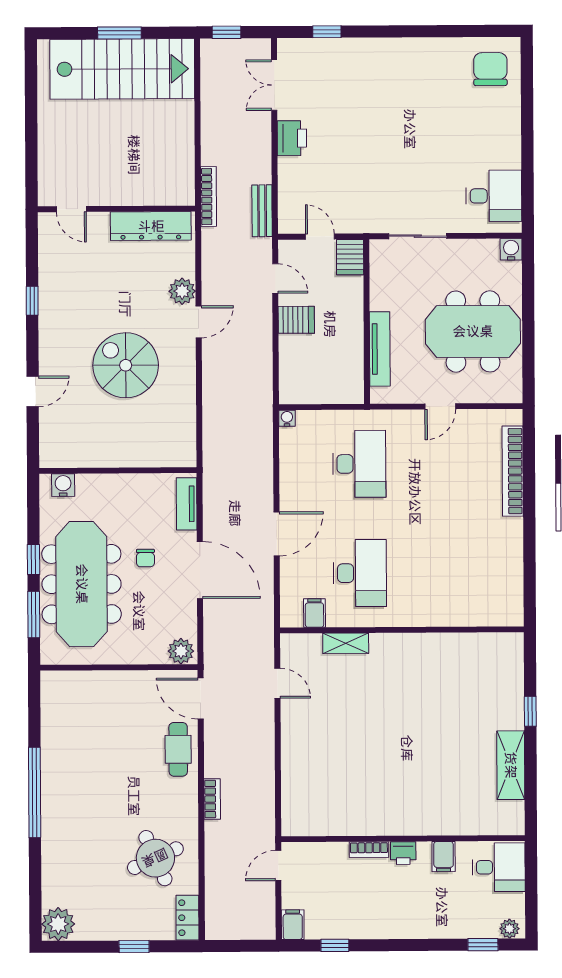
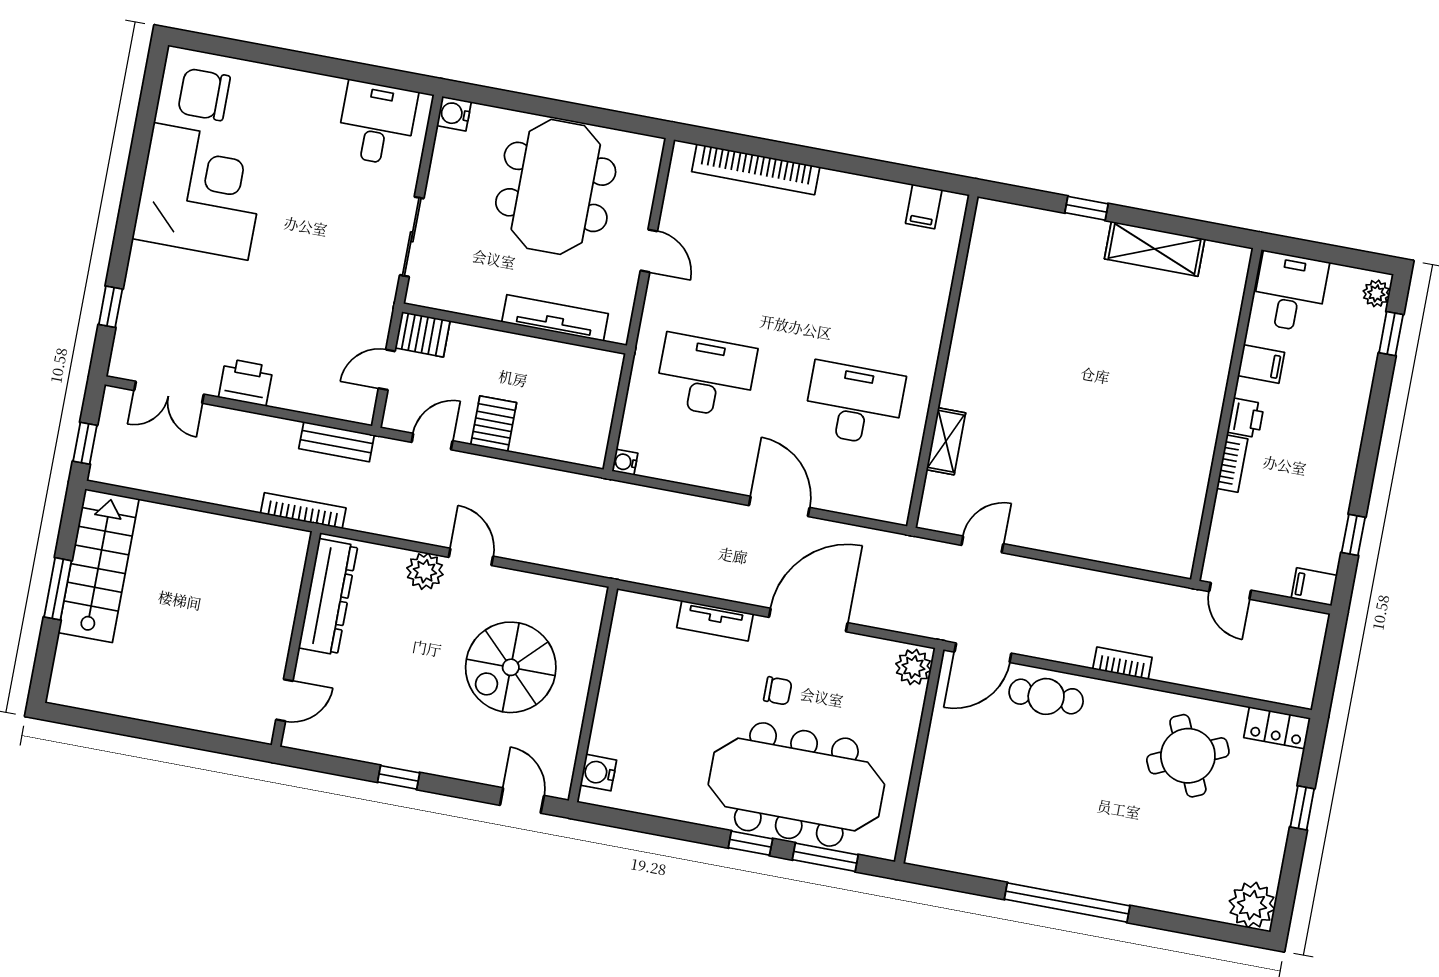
stairs: (122, 69) -> (99, 566), width x0.73, depth x0.66
corner desk: (421, 80) -> (201, 191), added
wall: (118, 471) -> (593, 695), moved
water cooler: (63, 485) -> (598, 773), moved
filing cabinet: (314, 613) -> (924, 207), moved, turned -90

